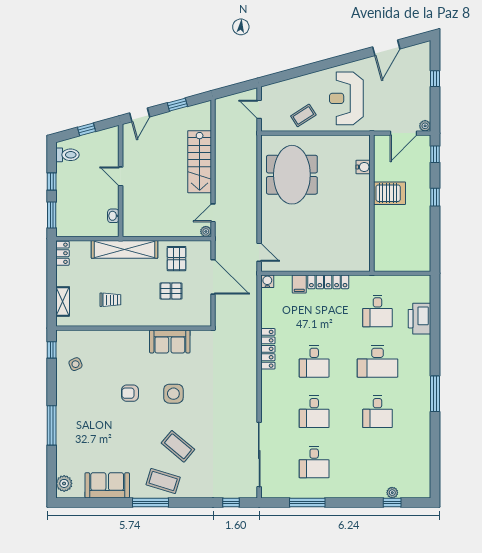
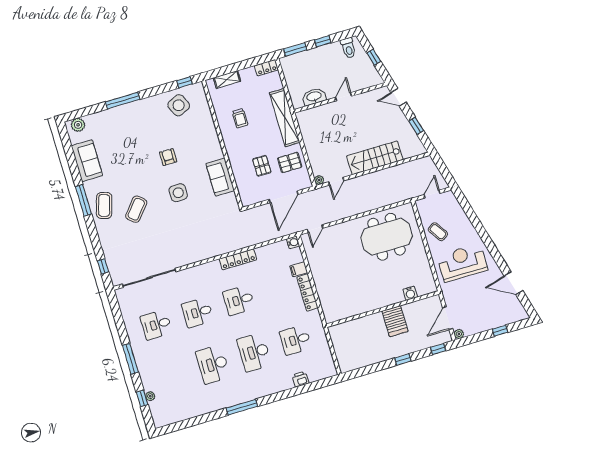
door: (404, 133) -> (448, 318), hinge flipped
door: (213, 213) -> (336, 181), swing flipped
washbasin: (113, 216) -> (314, 97), width x1.91, depth x1.45
printer: (419, 319) -> (300, 379), width x0.53, depth x0.68
side table: (75, 364) -> (179, 105), width x1.87, depth x1.87
desk: (377, 412) -> (213, 364), width x1.37
window: (307, 502) -> (130, 359), moved

